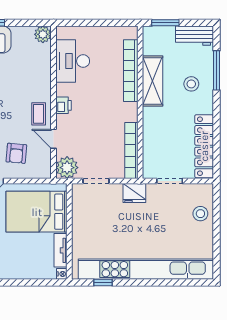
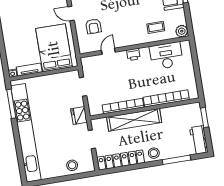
shelving: (153, 81) -> (134, 120), moved, width x1.47
stool: (191, 84) -> (154, 153), moved
coffee table: (39, 114) -> (156, 27), moved
bookcase: (131, 150) -> (123, 106), moved
armchair: (16, 153) -> (93, 26), turned -95
plant: (67, 168) -> (89, 64), removed
window: (103, 283) -> (11, 104), width x2.17

